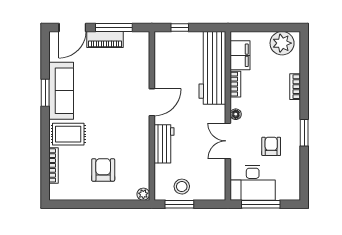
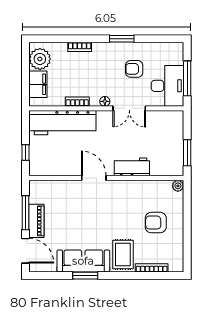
filing cabinet: (240, 55) -> (38, 84), moved, turned 90
stool: (182, 187) -> (171, 151), removed

